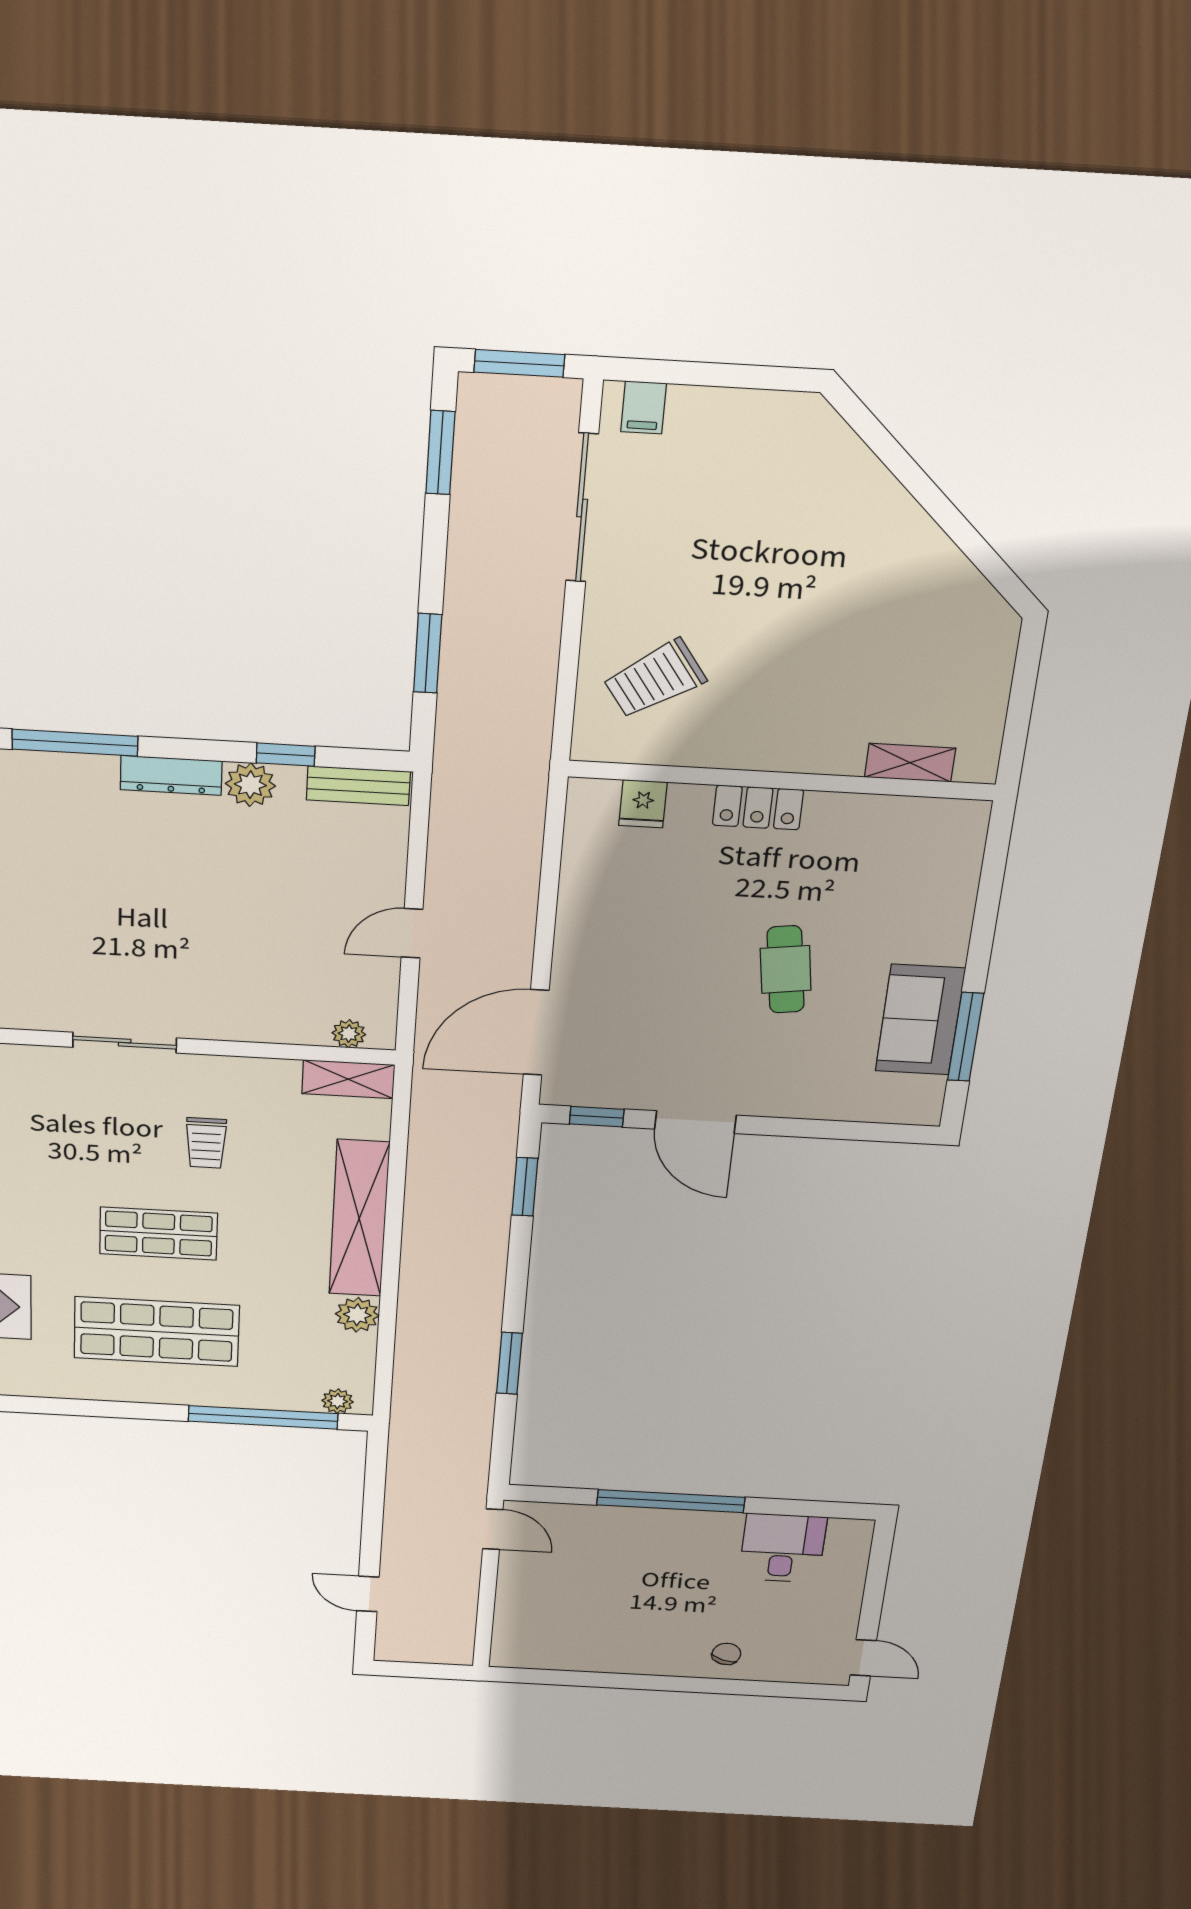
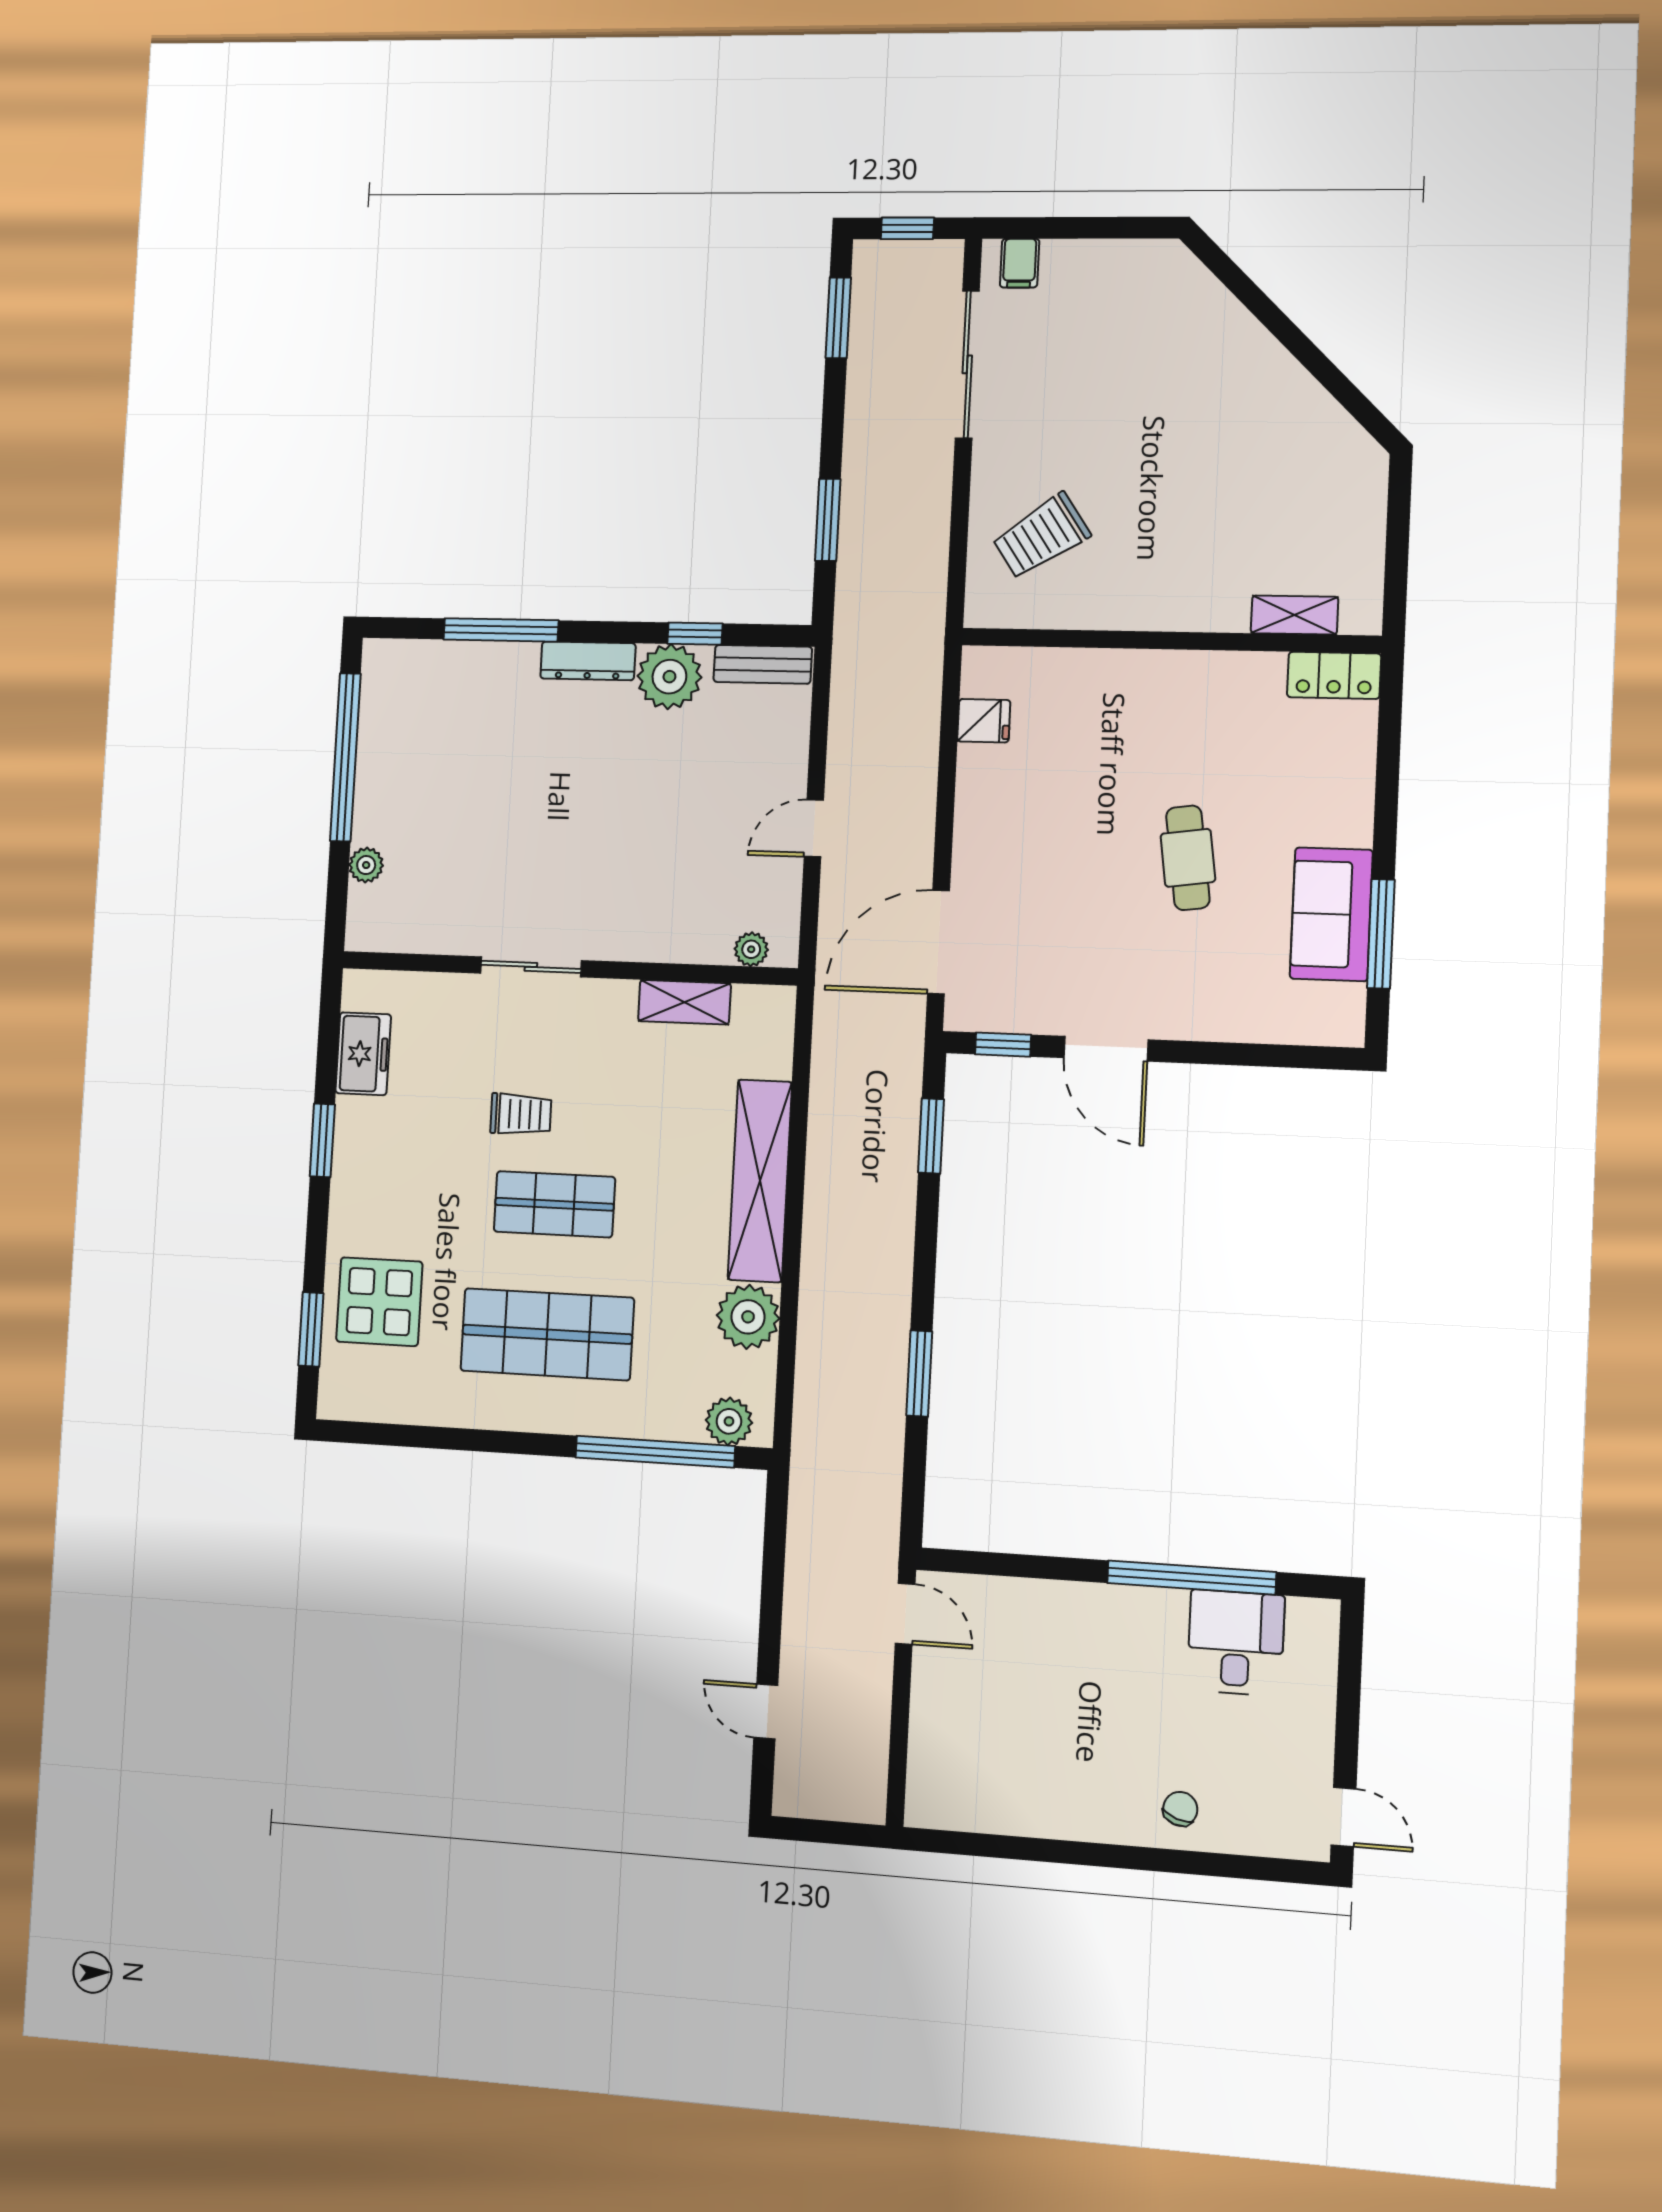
window: (519, 363) -> (907, 228), width x0.67
plant: (250, 785) -> (669, 677), width x1.36, depth x1.36
fridge: (643, 804) -> (984, 721), moved, turned -90
locker: (758, 807) -> (1334, 675), moved
shelving: (348, 1079) -> (684, 1002), moved
trolley: (206, 1143) -> (521, 1114), moved, turned -90
plant: (357, 1315) -> (748, 1317), width x1.36, depth x1.36
plant: (338, 1401) -> (729, 1421), width x1.38, depth x1.38
window: (671, 1501) -> (1191, 1578), moved

